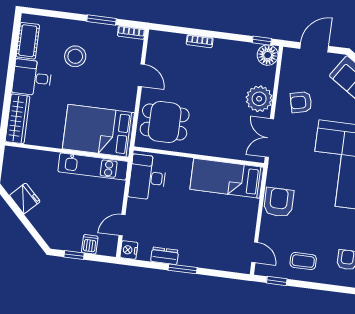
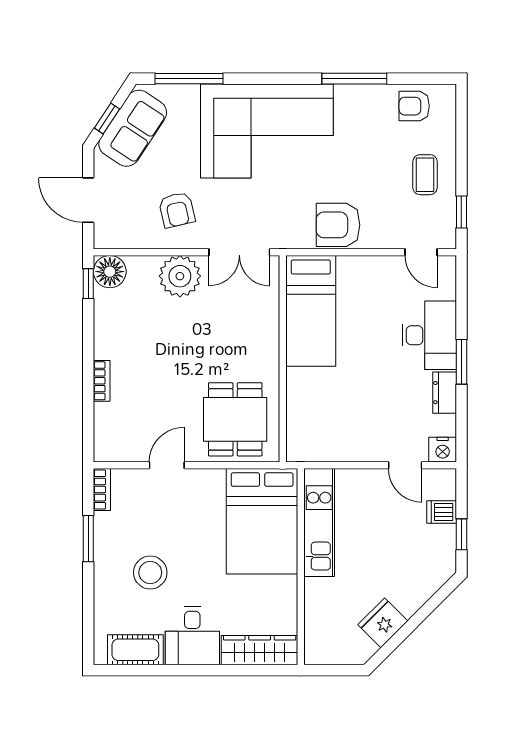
desk: (147, 177) -> (429, 335), moved, turned -90
door: (255, 252) -> (421, 252), swing flipped

